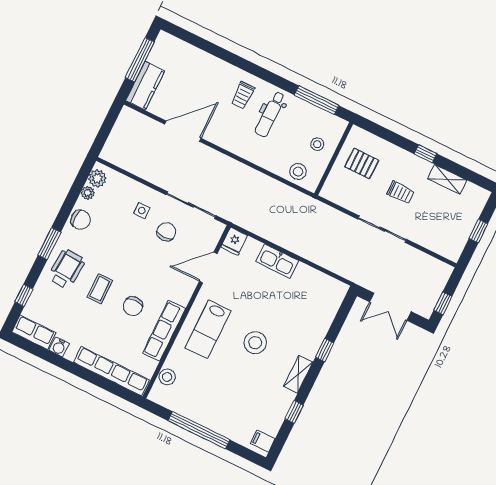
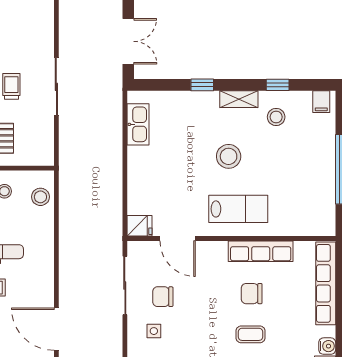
kitchen sink: (277, 261) -> (138, 124), moved
chair: (133, 306) -> (252, 294), turned 180
stool: (167, 377) -> (276, 117), moved

